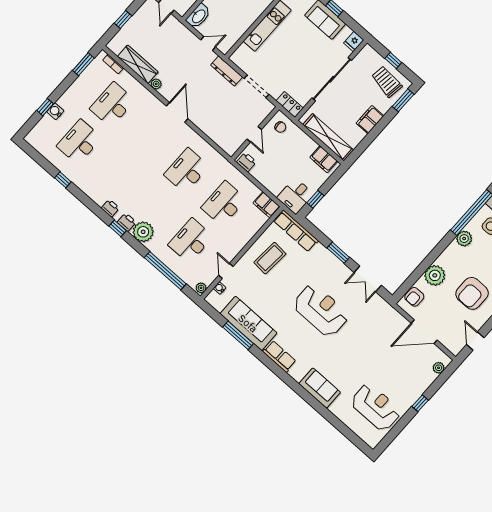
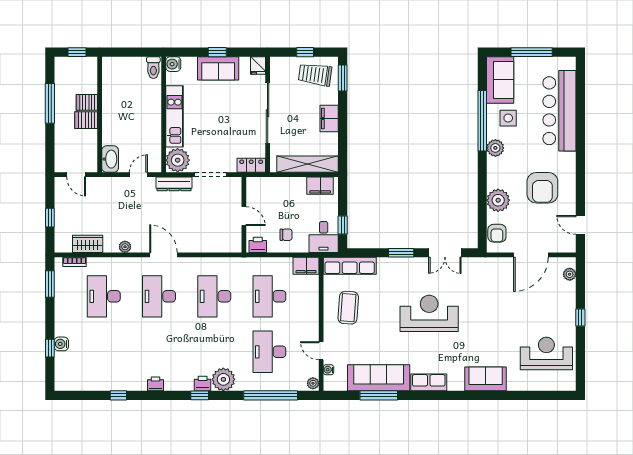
plant: (243, 57) -> (178, 160), added
wardrobe: (138, 64) -> (88, 244), width x0.67
chair: (280, 127) -> (286, 235), moved
desk: (79, 142) -> (159, 296), moved
printer: (110, 208) -> (156, 384), moved

